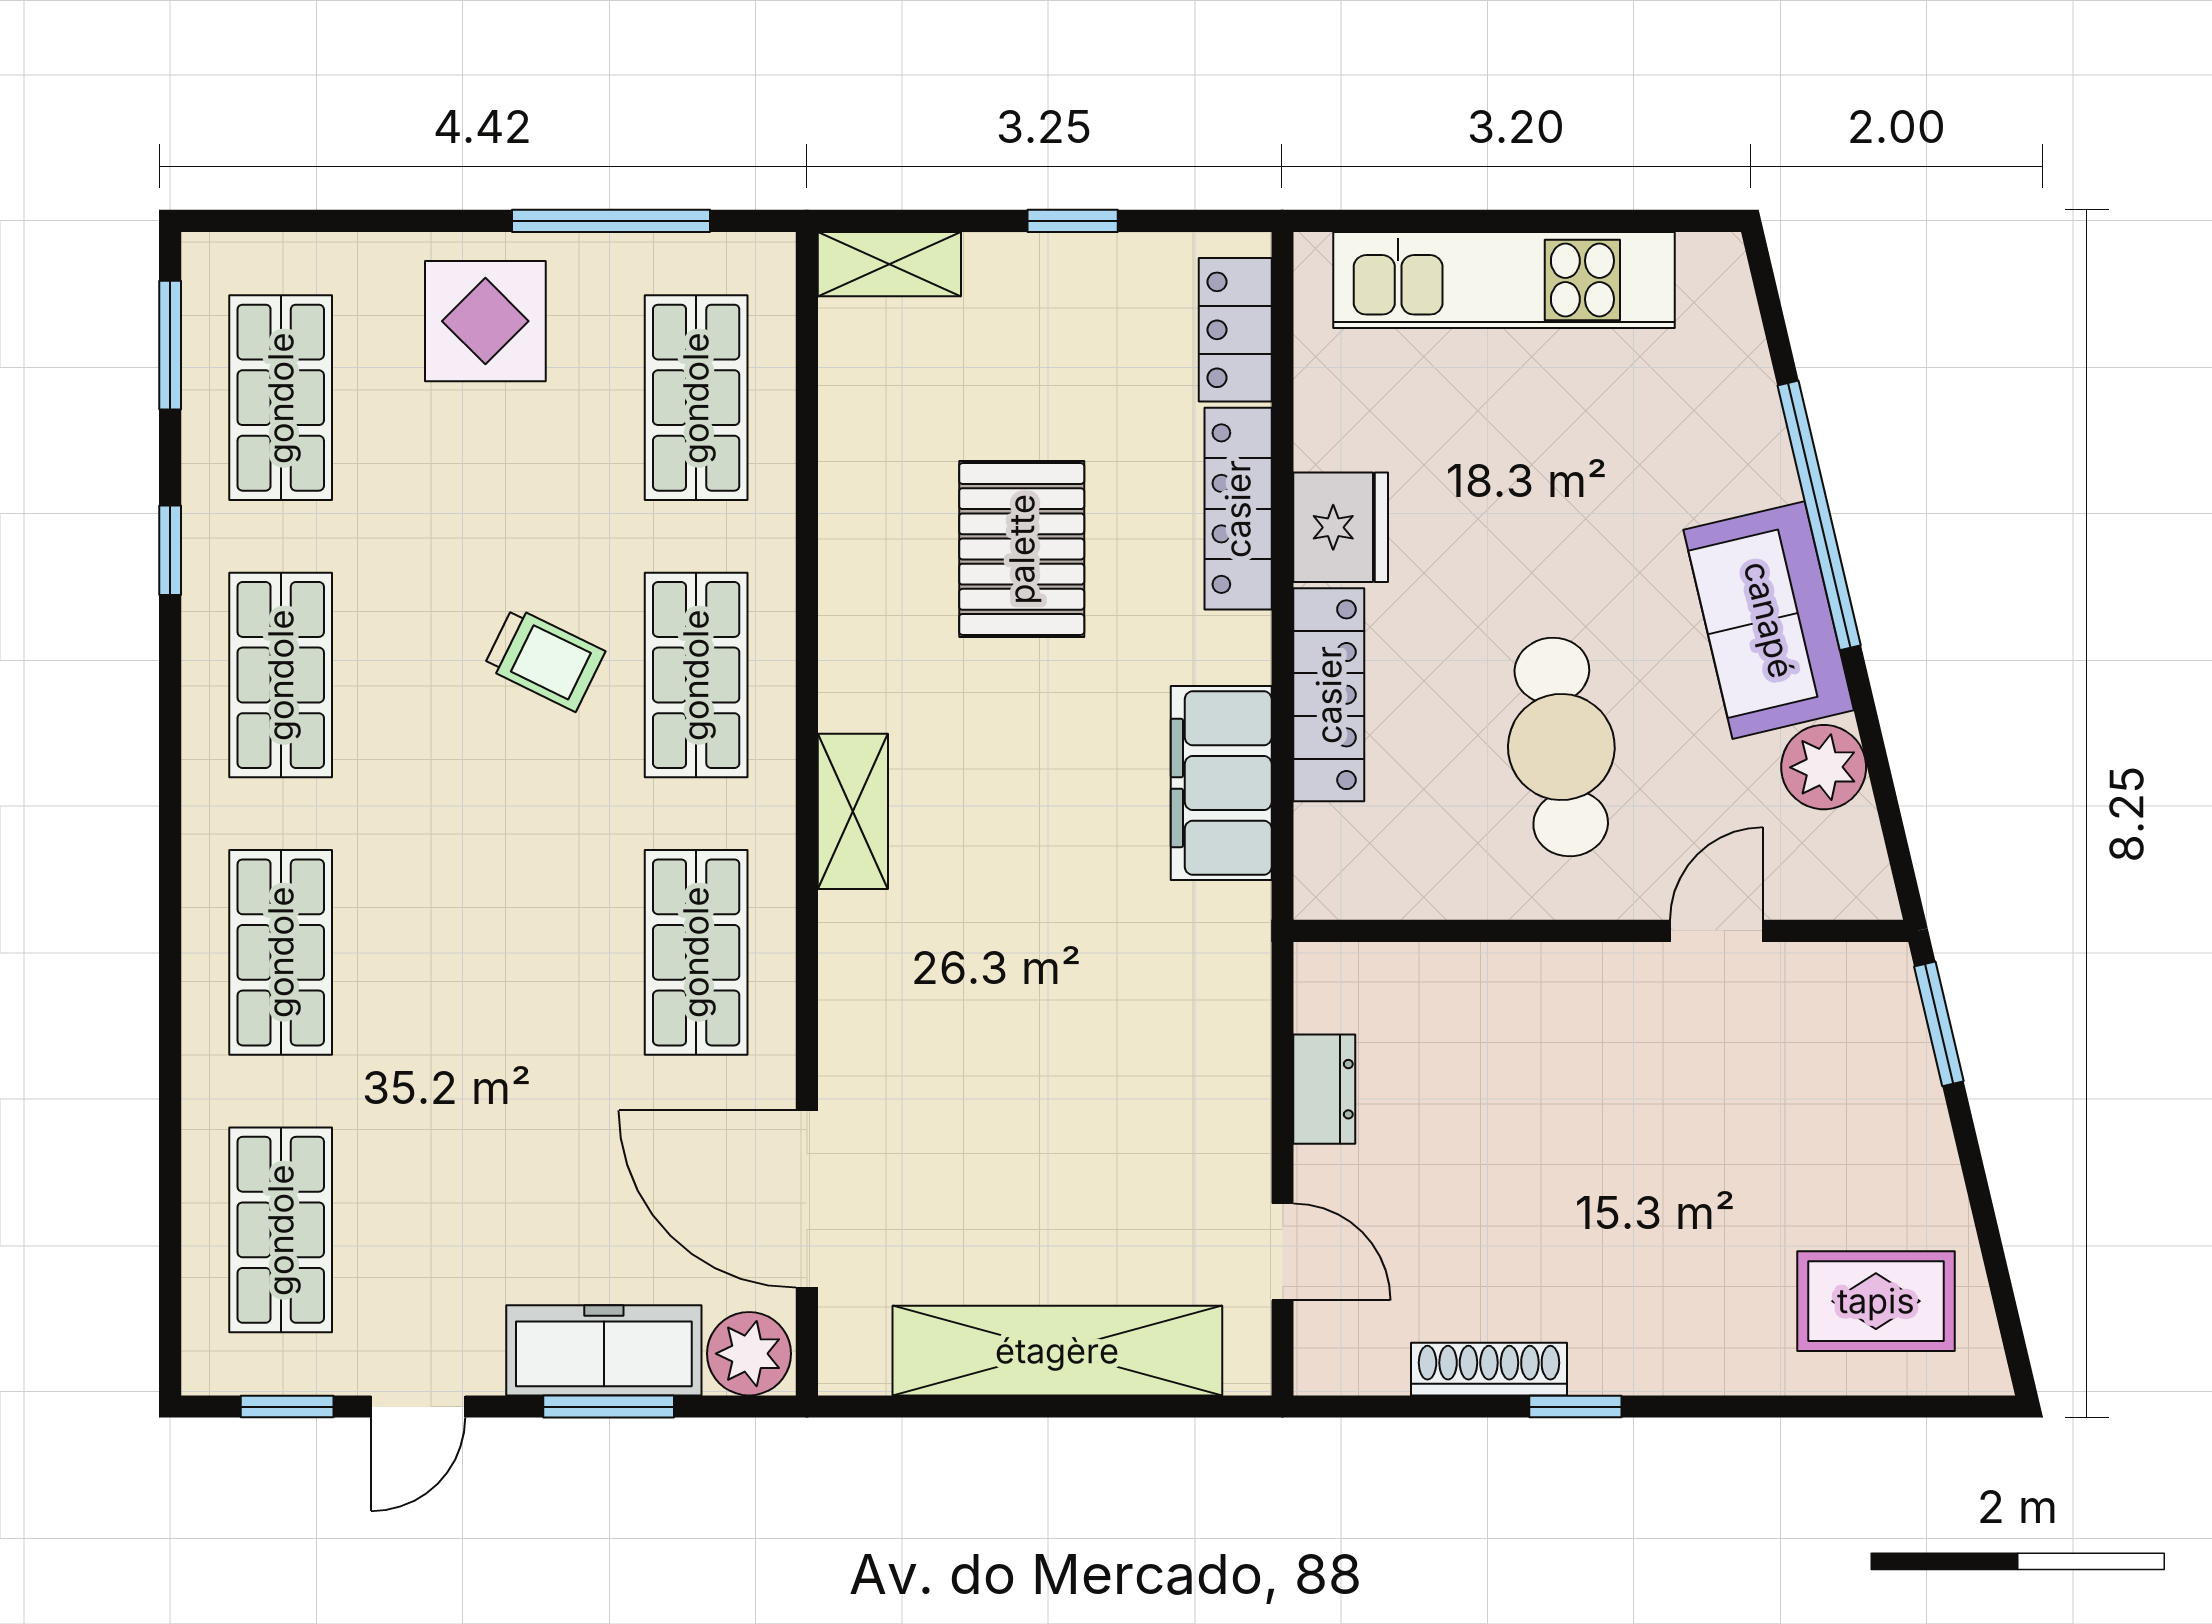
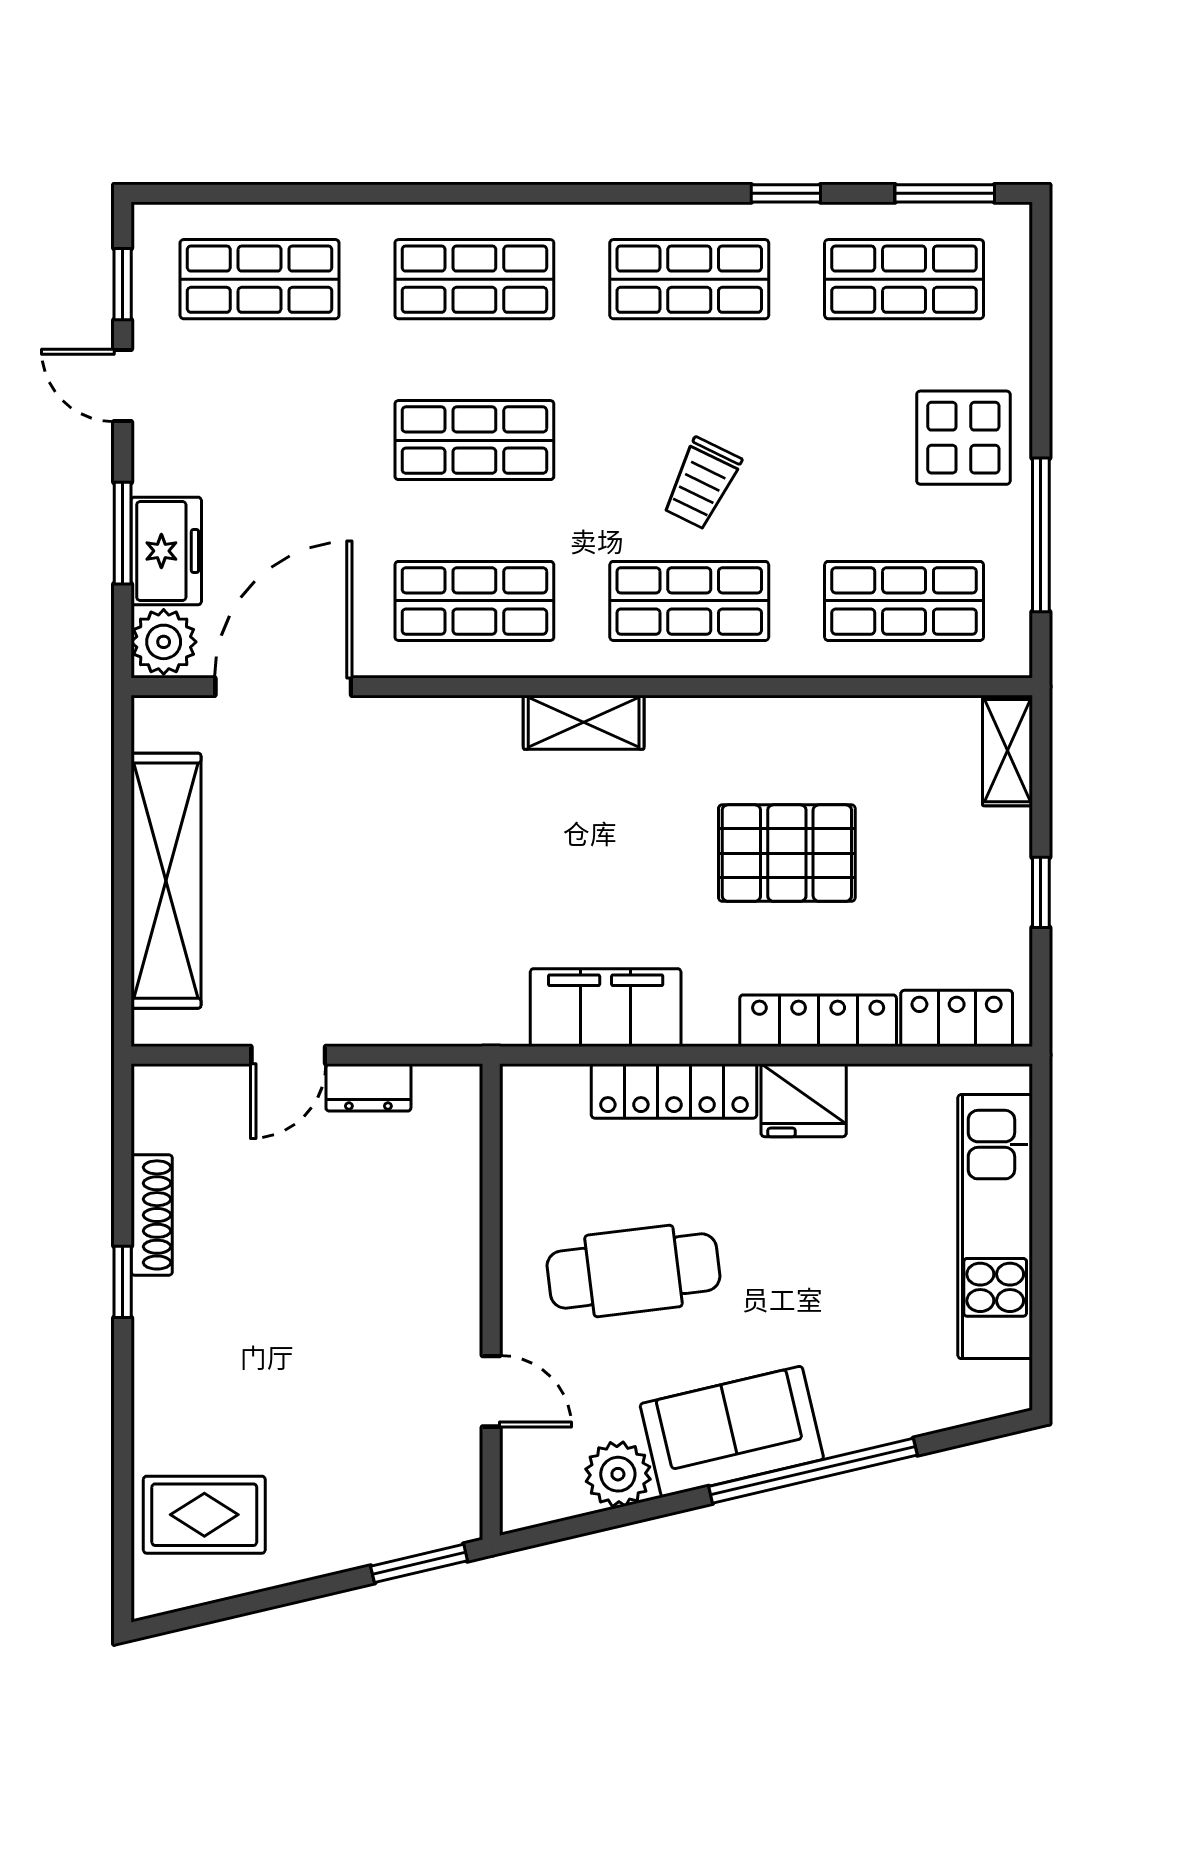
shop shelf: (488, 952) -> (474, 440), added
door: (1283, 1252) -> (288, 1055), moved
rug: (1876, 1301) -> (204, 1515), turned 90
freezer: (604, 1350) -> (166, 551), width x0.71

